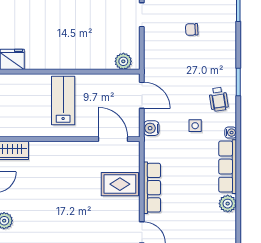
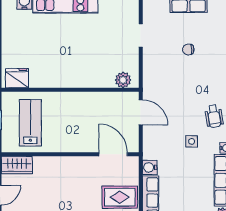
lab bench: (63, 100) -> (30, 123), moved
water cooler: (151, 128) -> (150, 167), moved

